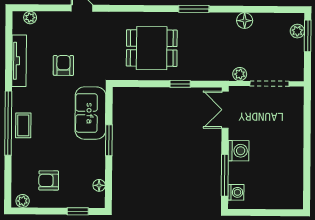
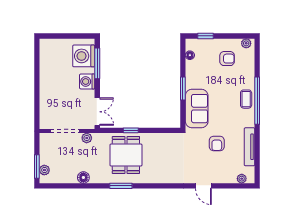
dining table: (152, 48) -> (126, 155), moved, turned 90
washing machine: (236, 192) -> (84, 56), width x1.89, depth x1.89

